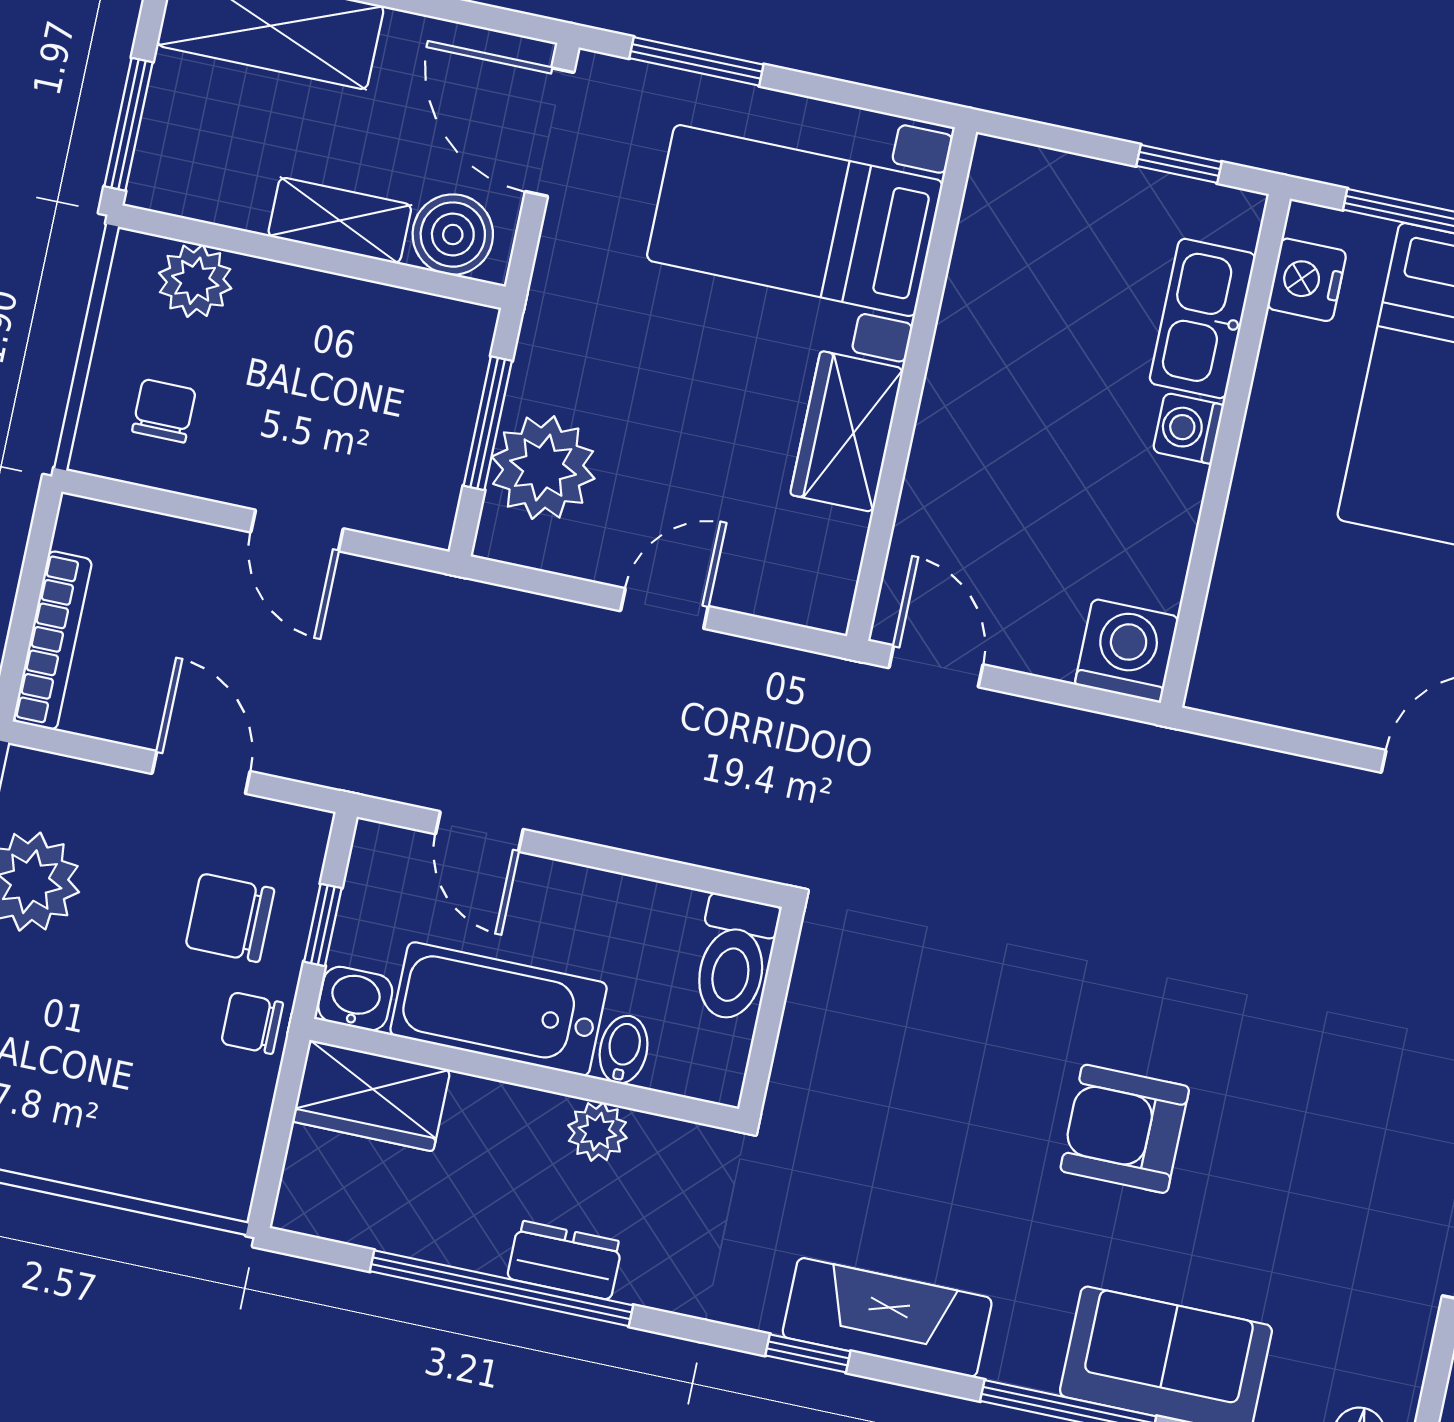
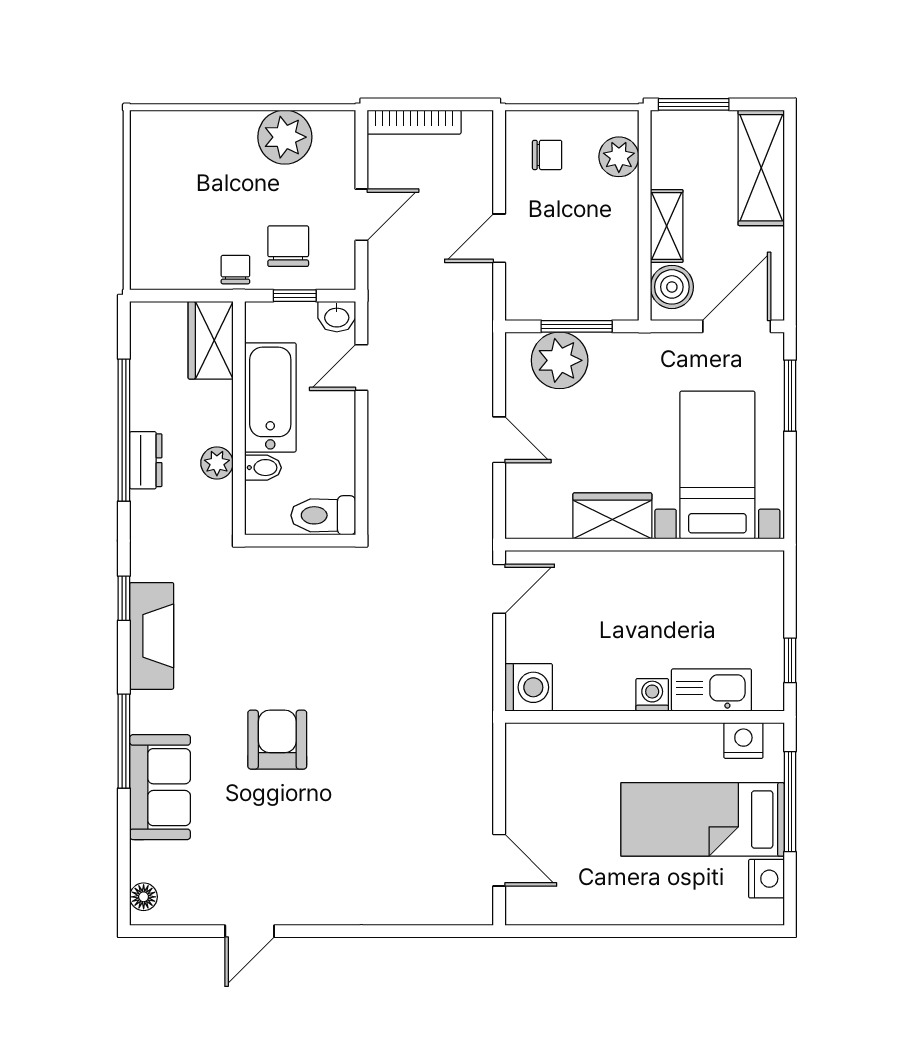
washbasin: (355, 999) -> (337, 317), moved, turned 90

